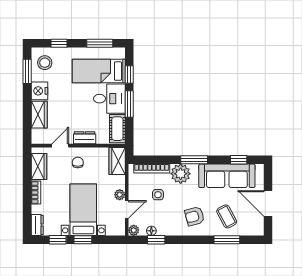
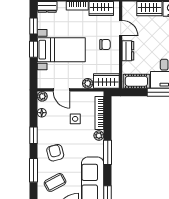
plant: (181, 174) -> (99, 136), width x0.53, depth x0.53
plant: (120, 195) -> (88, 83), moved
window: (156, 240) -> (33, 135), moved
window: (227, 240) -> (33, 170), moved

